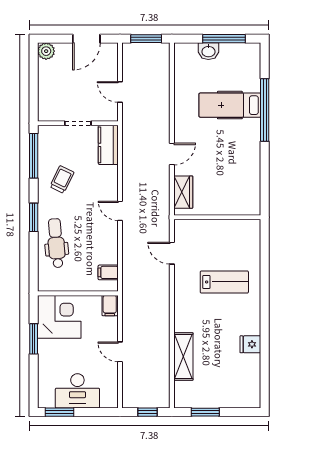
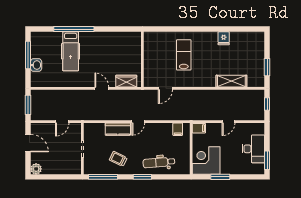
kitchen counter: (108, 145) -> (118, 129), moved

